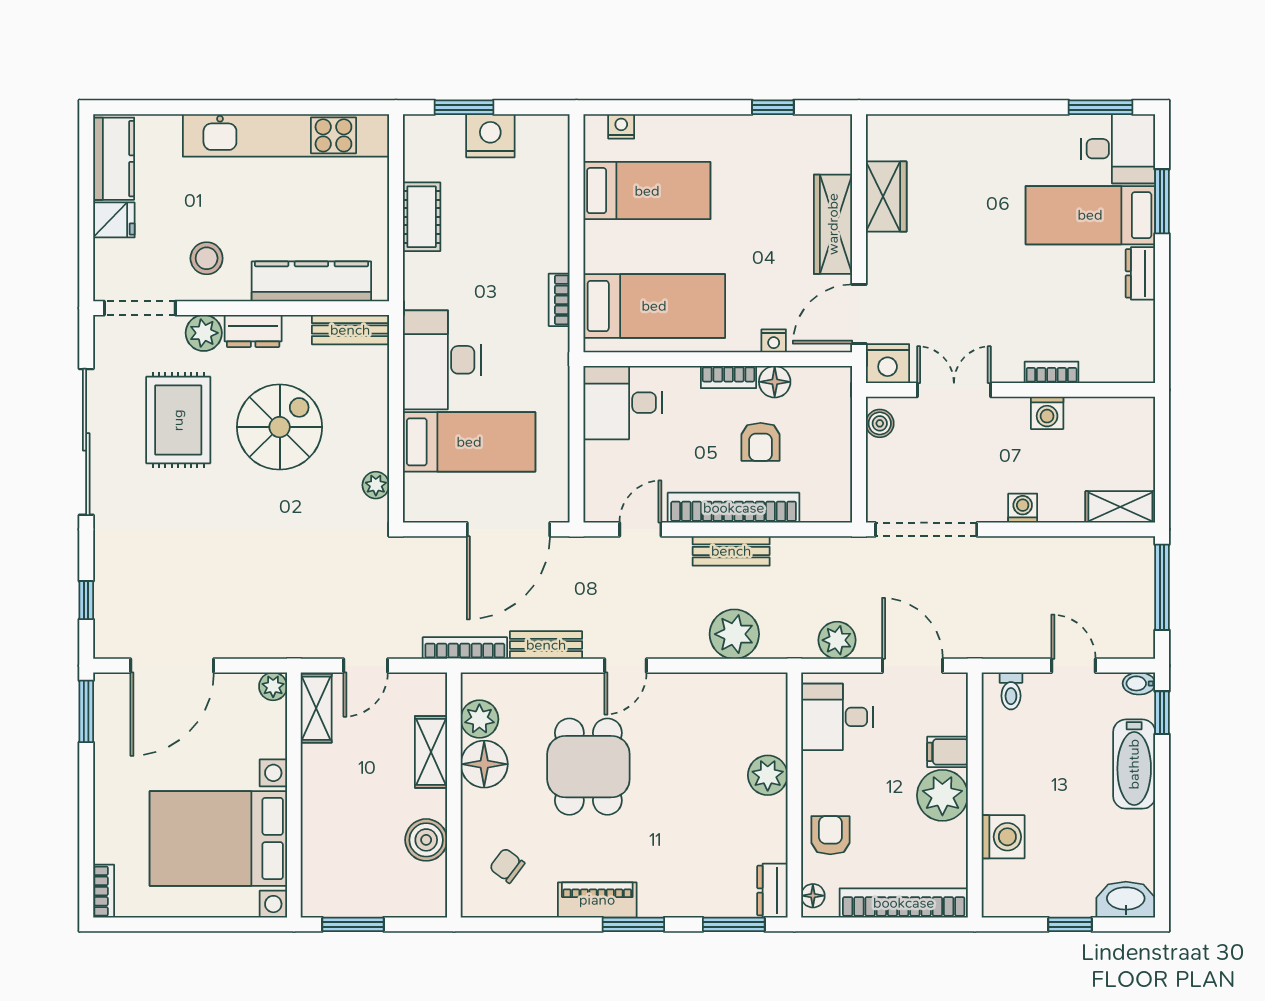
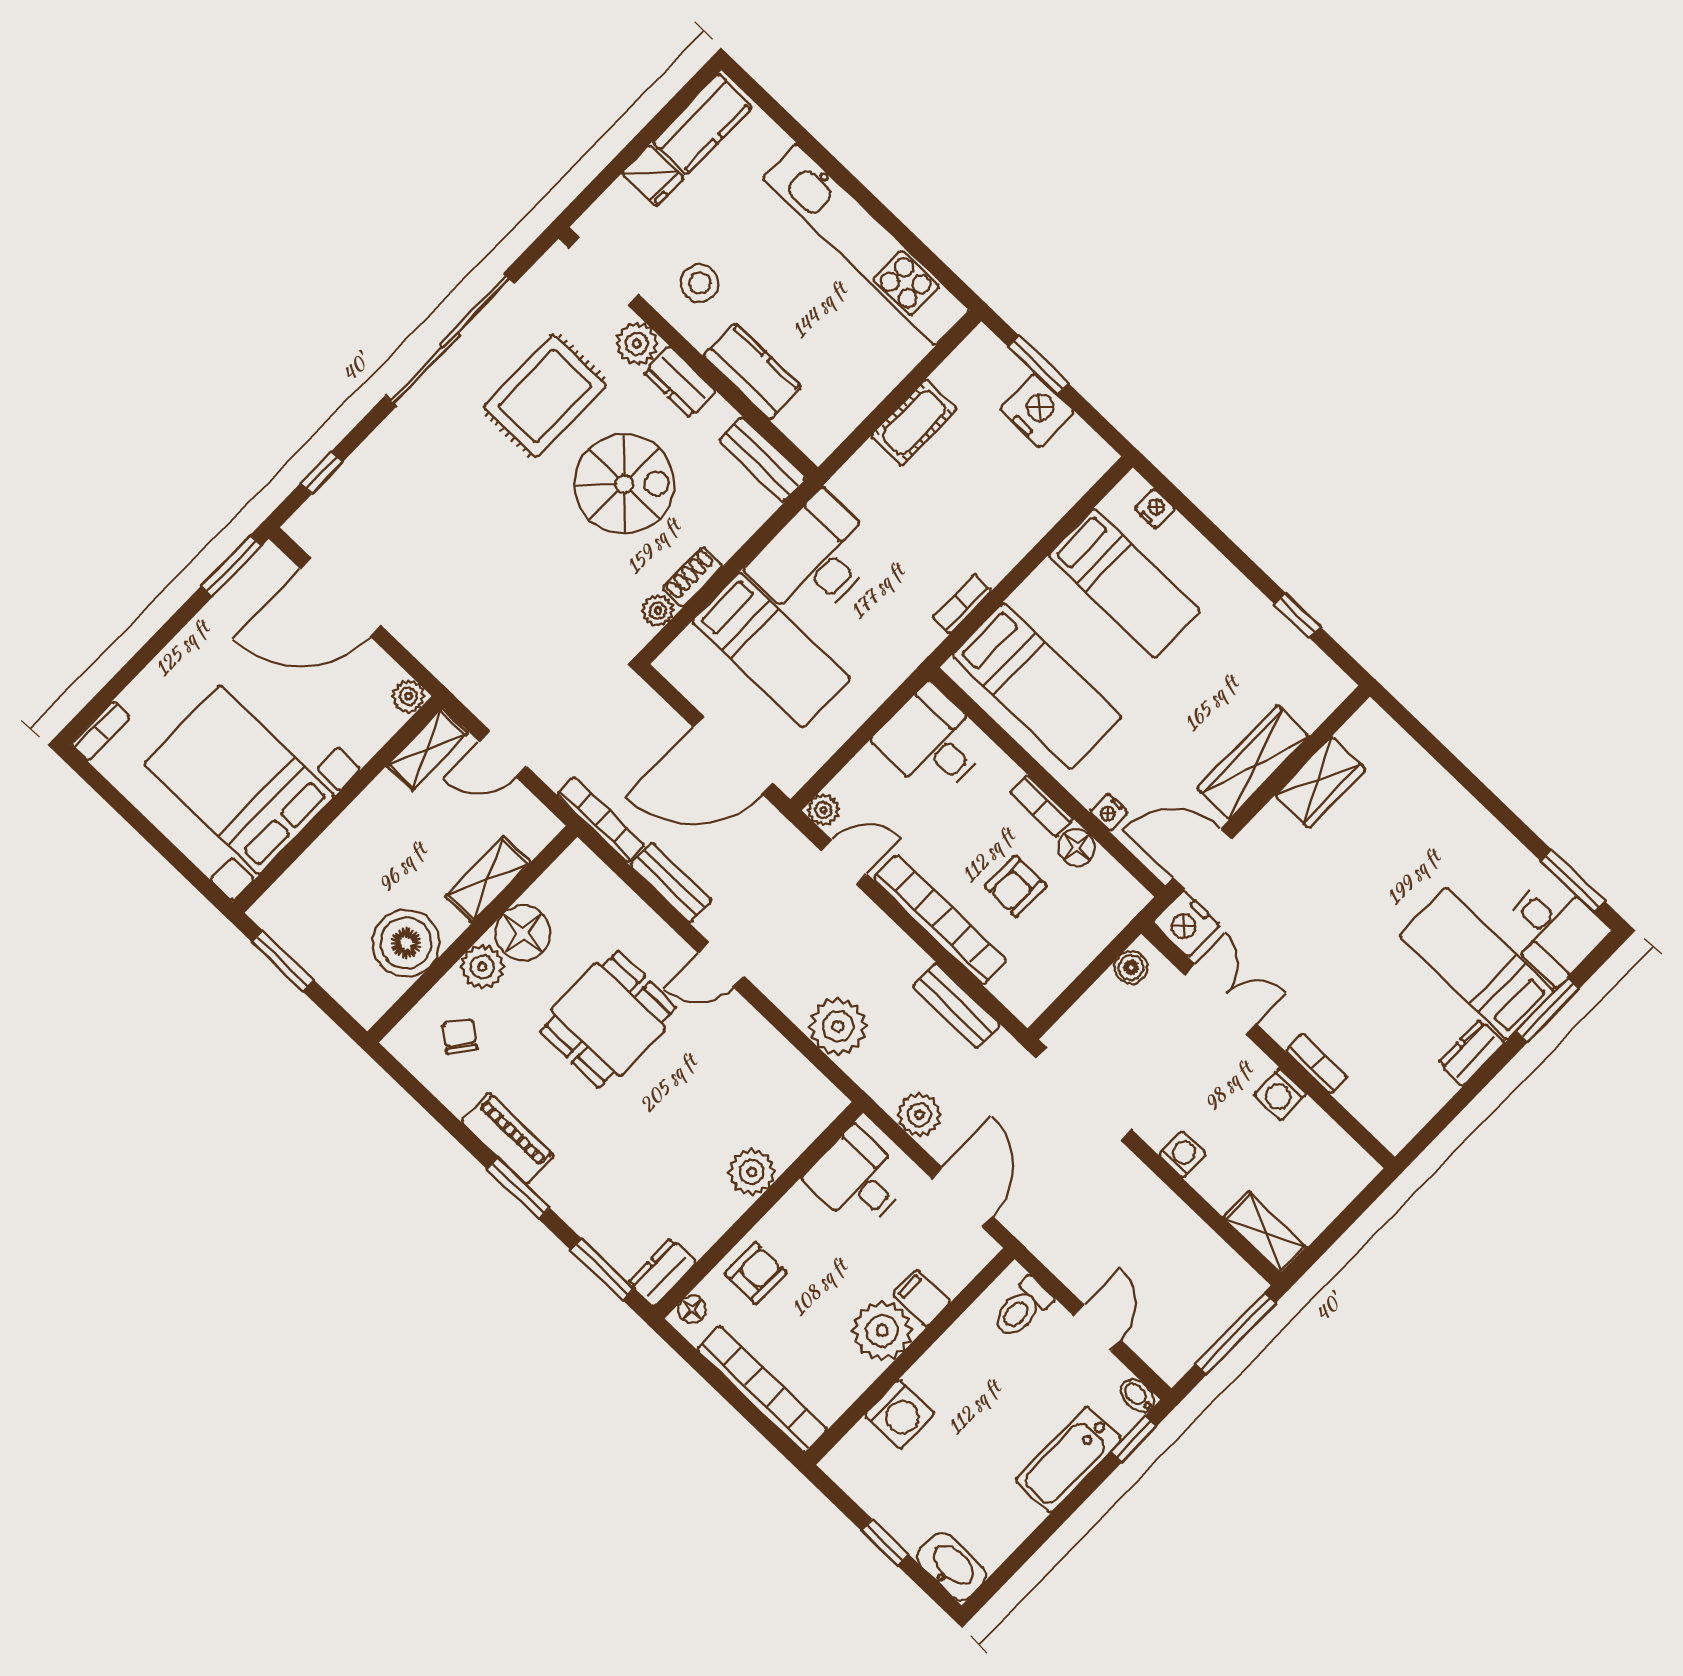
kitchen counter: (311, 281) -> (752, 371), width x0.67
shoe rack: (377, 444) -> (692, 577), added
plant: (596, 509) -> (823, 810), added
bench: (731, 551) -> (956, 1006), moved
toilet: (1011, 691) -> (1022, 1308), width x1.37, depth x1.39
plant: (479, 719) -> (482, 967), moved
boiler: (426, 840) -> (406, 943), width x1.37, depth x1.37

